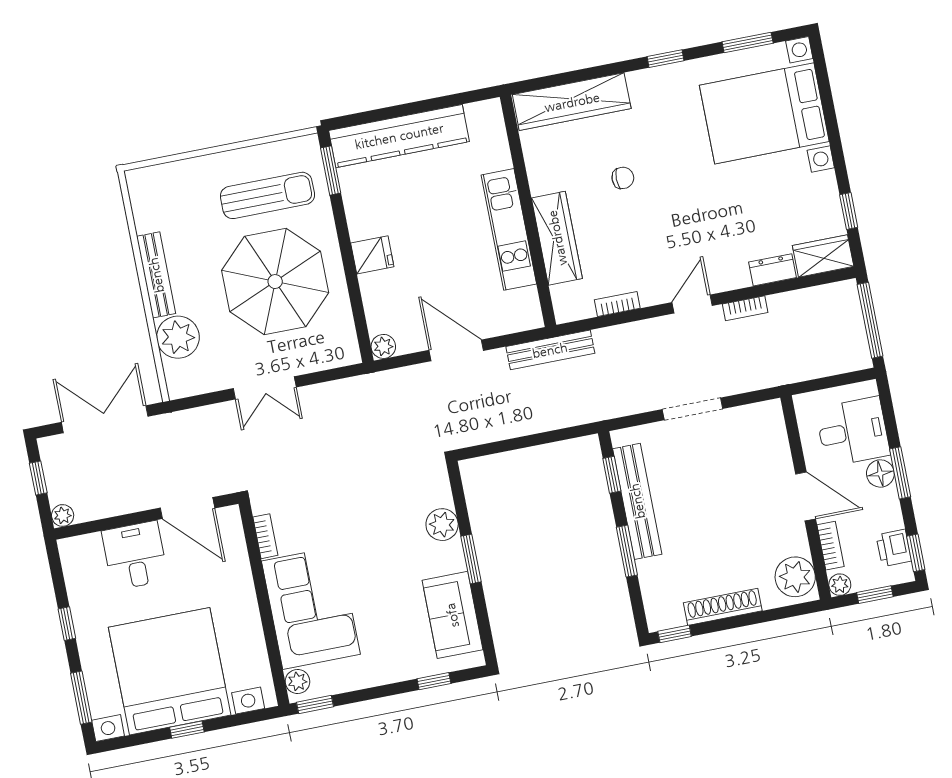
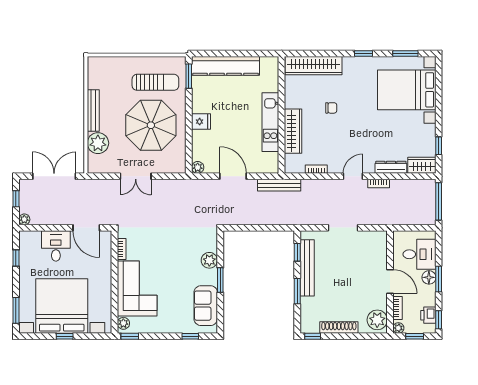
dresser: (773, 270) -> (391, 167), width x1.44
window: (67, 624) -> (16, 258), moved

